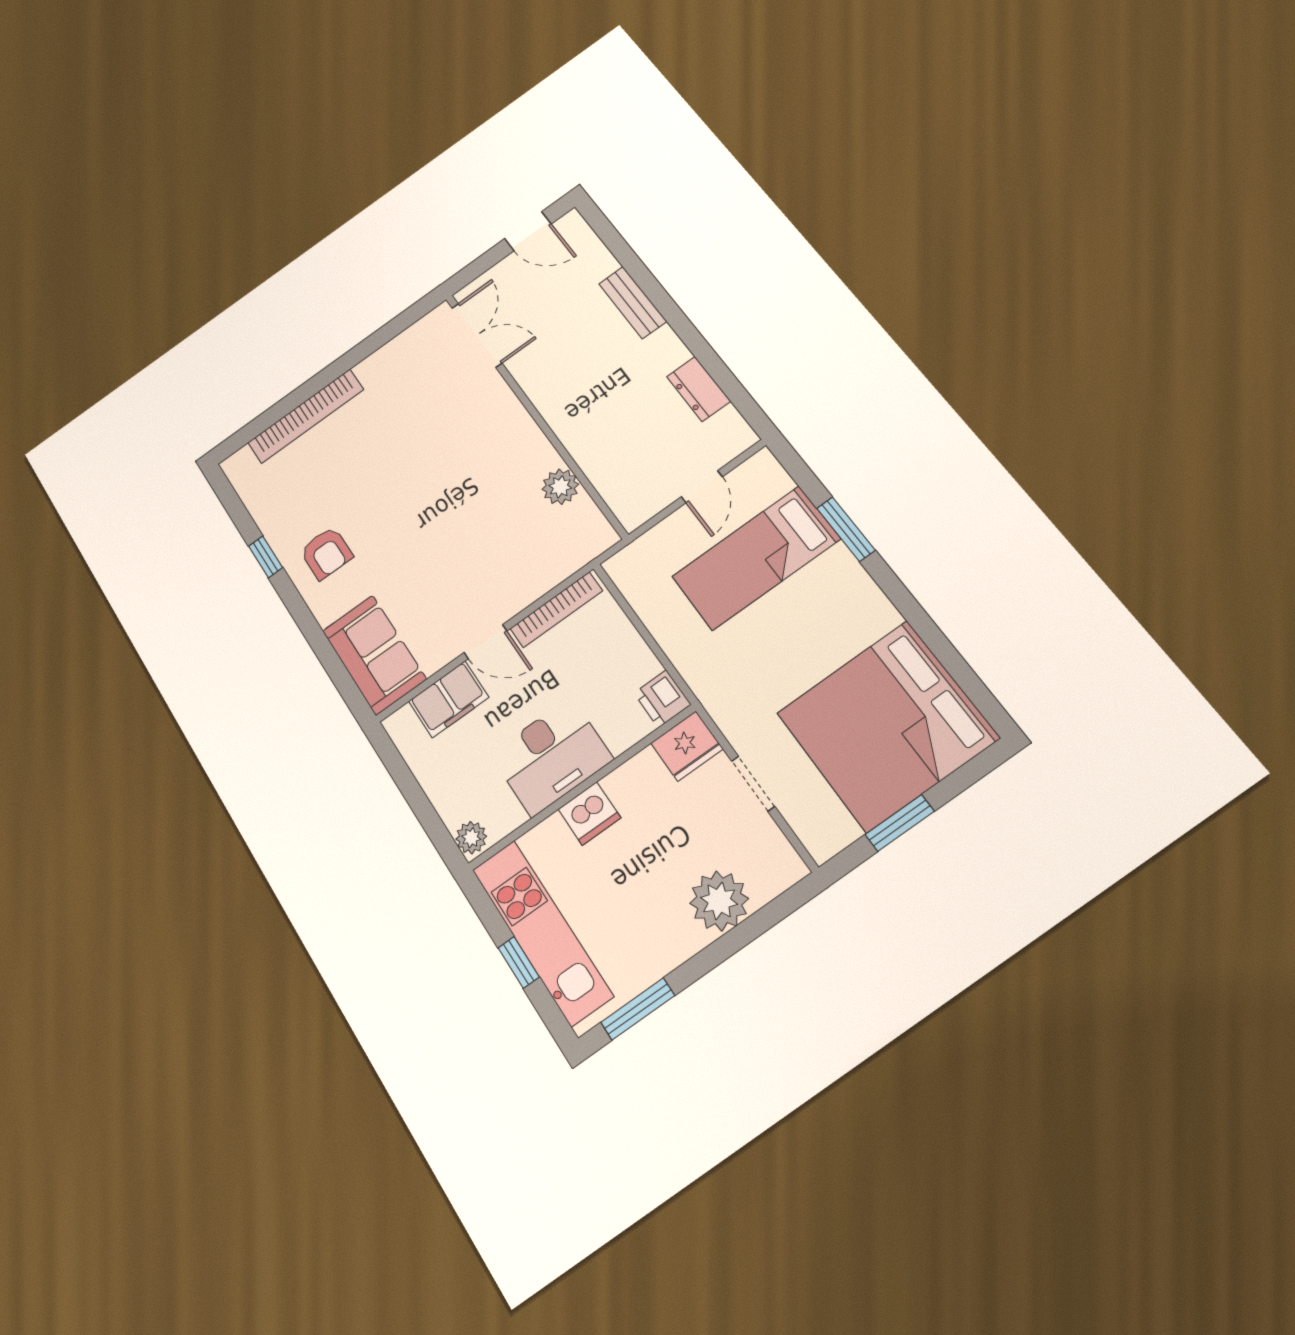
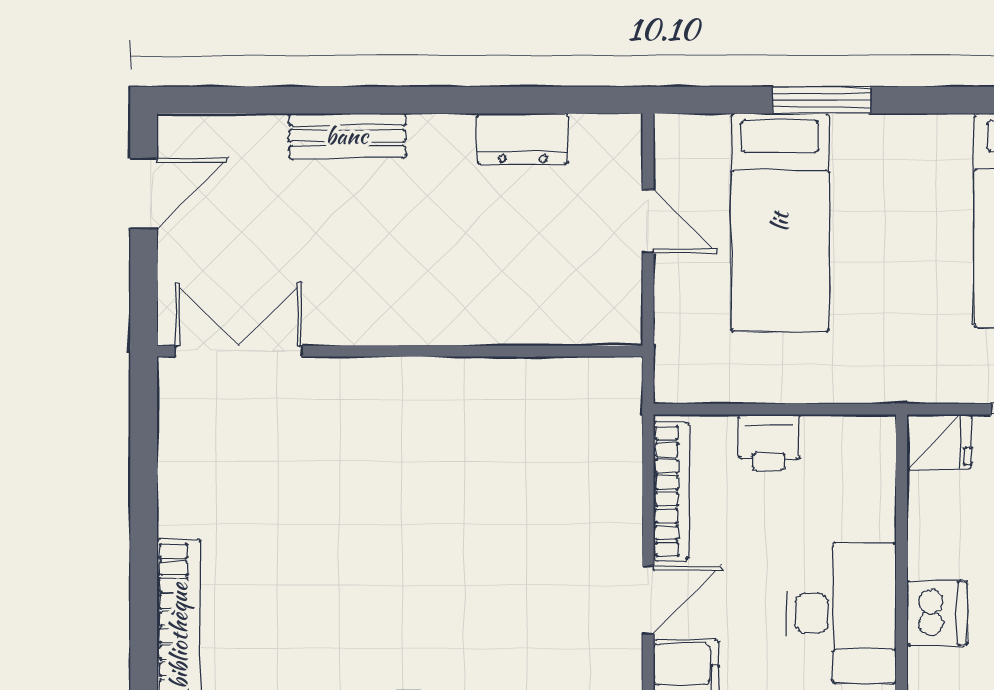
plant: (560, 487) -> (521, 384), removed
printer: (662, 699) -> (769, 442), moved
fridge: (687, 746) -> (939, 442), width x0.72

